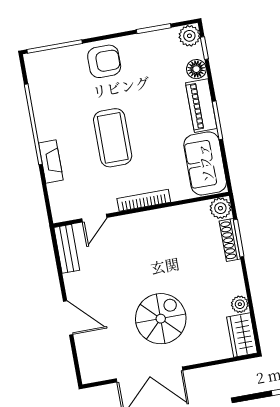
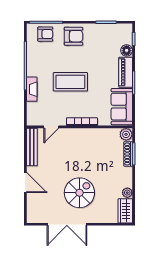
plant: (189, 36) -> (126, 30), removed
armchair: (57, 66) -> (45, 34), added
coffee table: (113, 138) -> (70, 82), turned 90
bench: (67, 249) -> (32, 147), width x1.36

